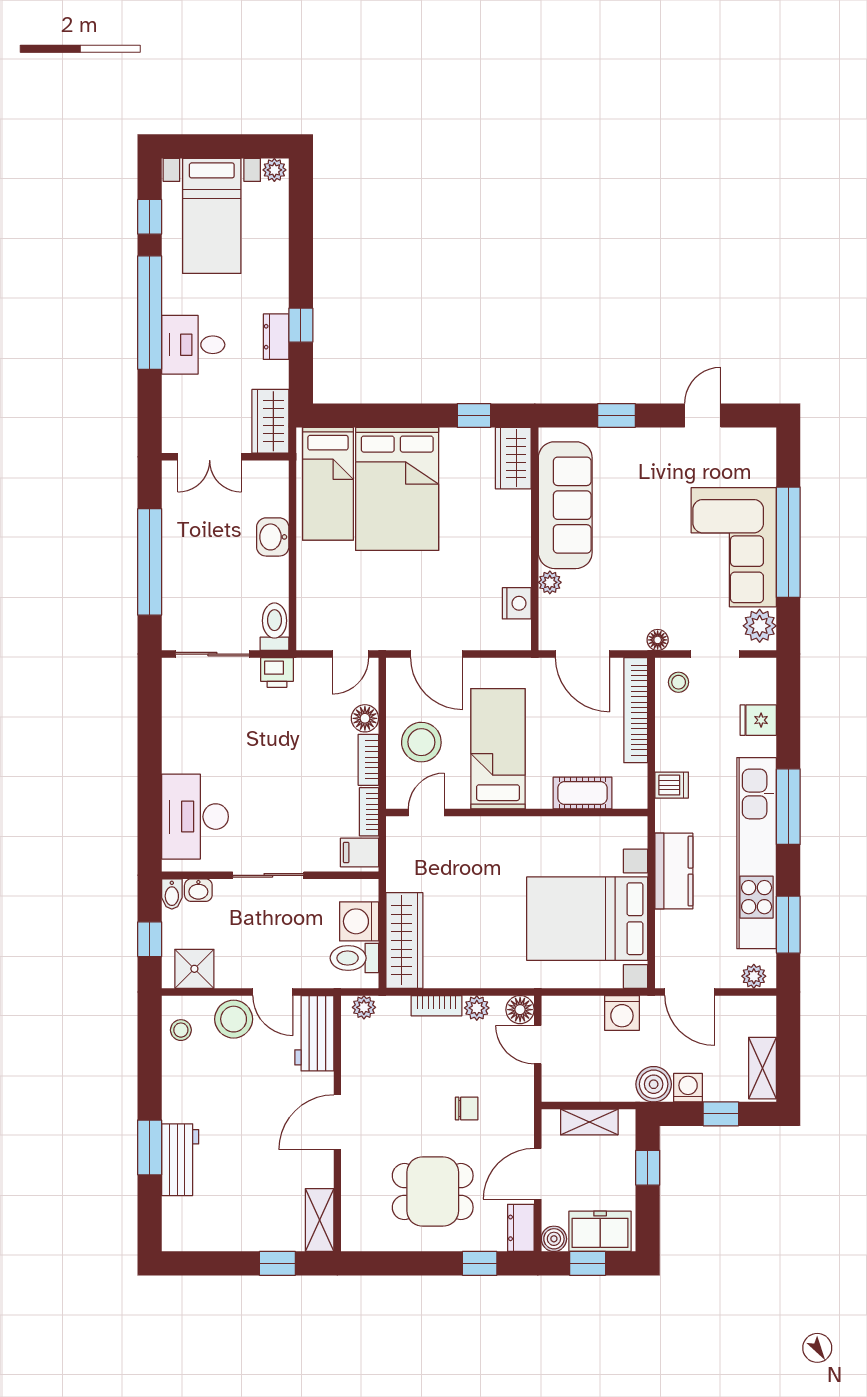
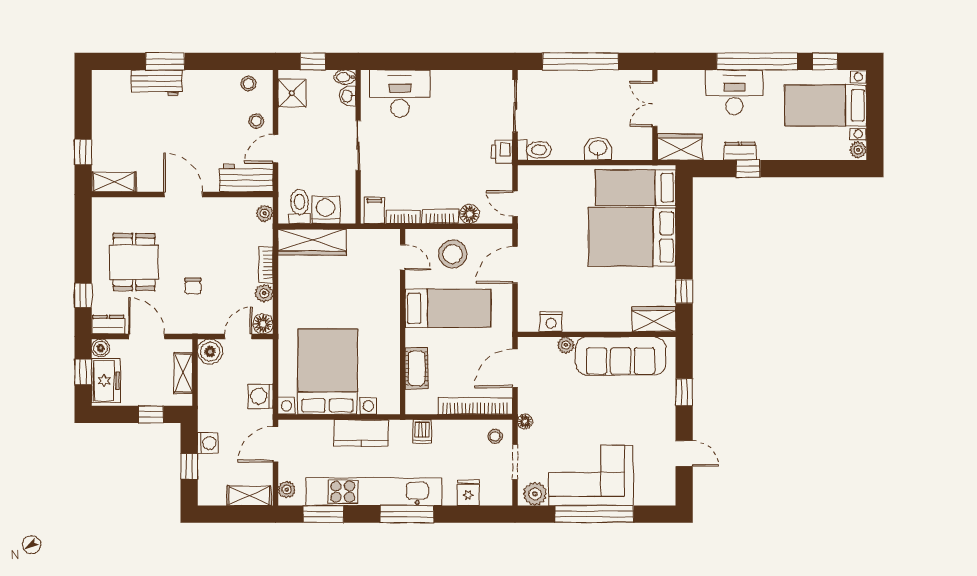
desk: (193, 345) -> (734, 92), width x1.37
stool: (234, 1019) -> (256, 121), width x0.53, depth x0.53
shelving: (762, 1068) -> (249, 496), moved
boiler: (654, 1084) -> (210, 352), moved

